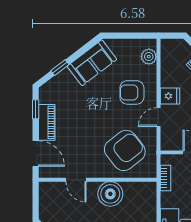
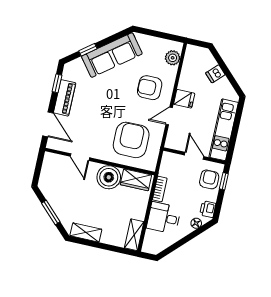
sofa: (92, 63) -> (112, 55), width x1.36
armchair: (125, 150) -> (131, 140), turned -52
bookcase: (165, 178) -> (160, 189), moved
wardrobe: (139, 190) -> (136, 180), added

